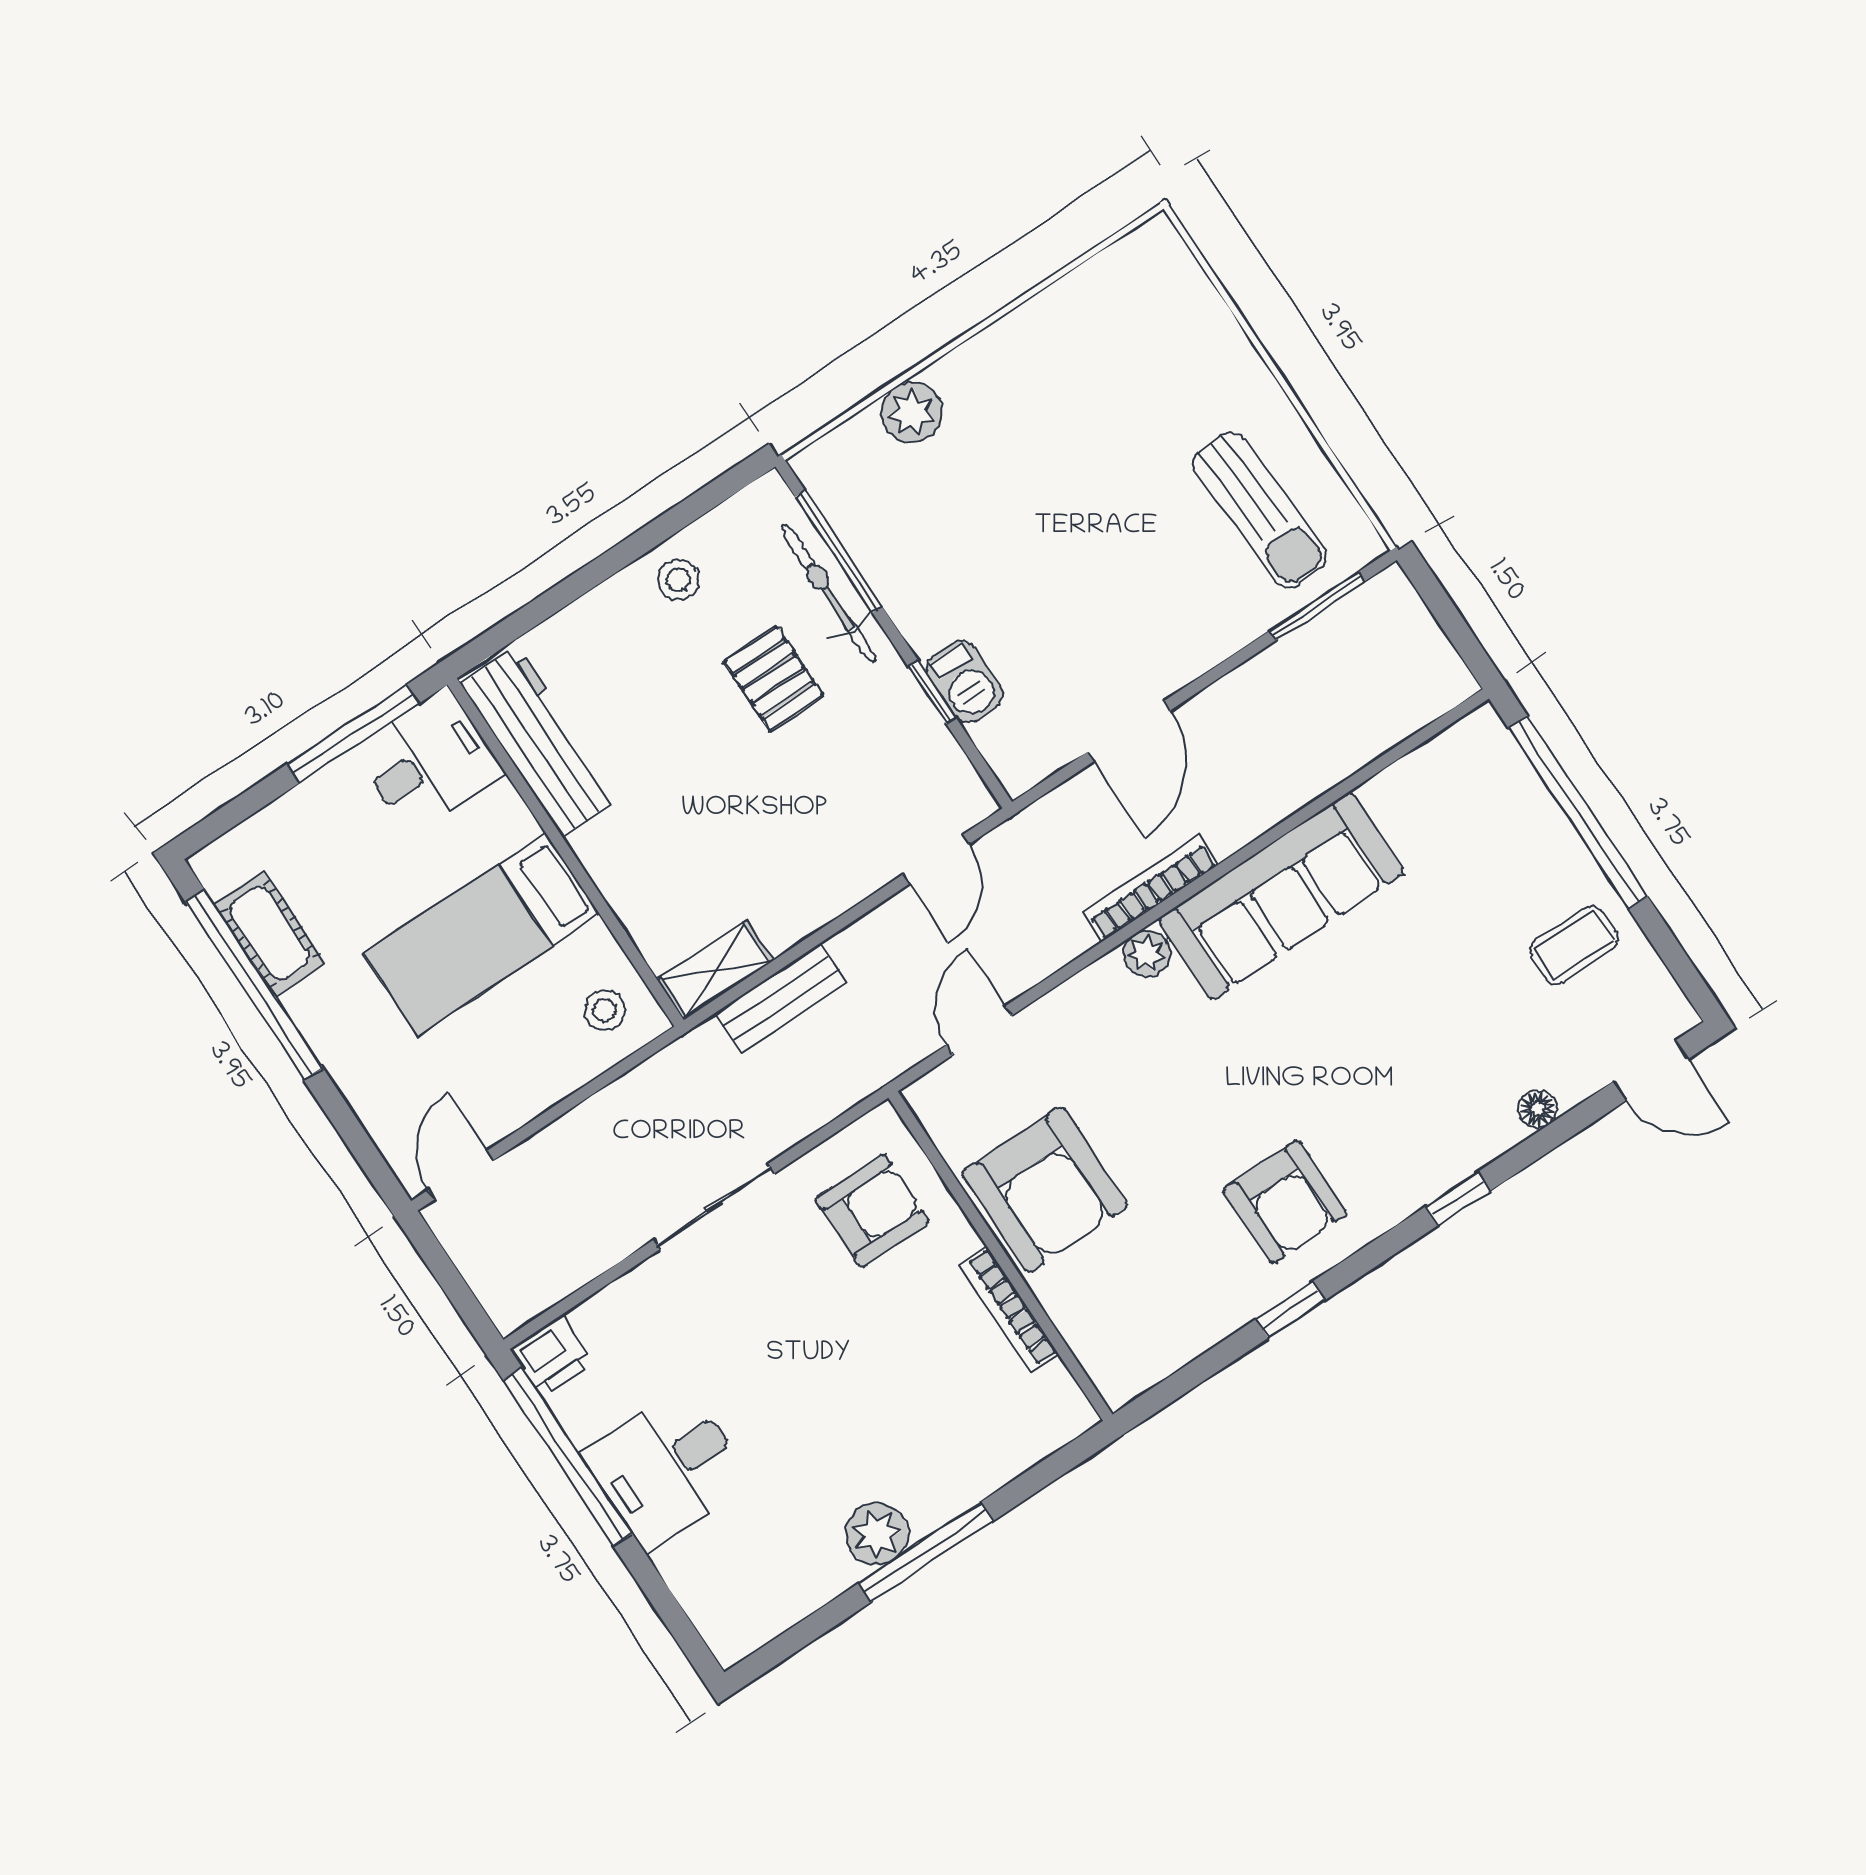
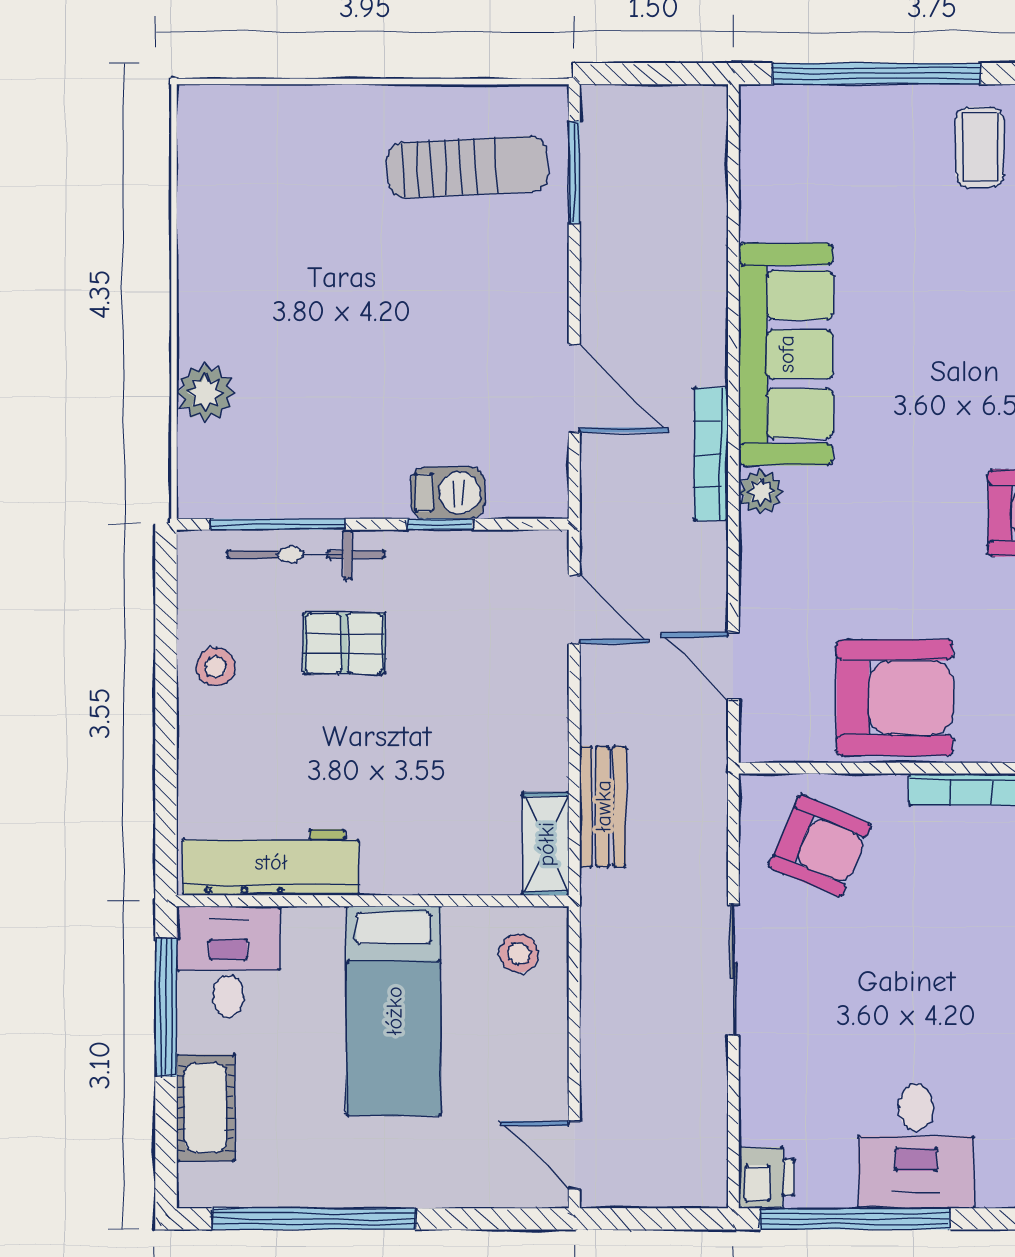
cot: (270, 933) -> (206, 1108), moved, turned 90
armchair: (872, 1210) -> (820, 846), turned 113

